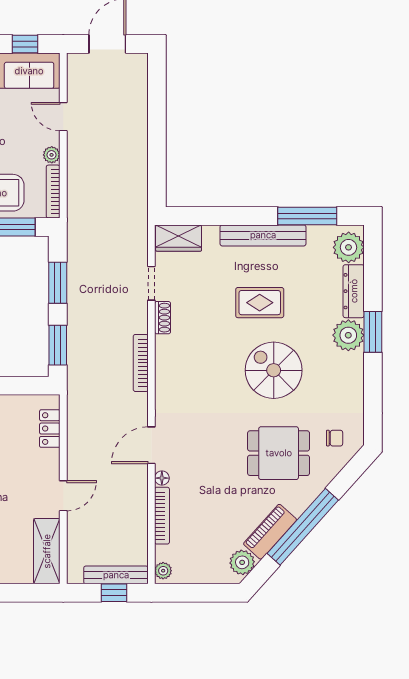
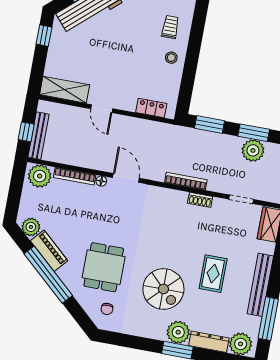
plant: (82, 279) -> (253, 150), added
shoe rack: (163, 318) -> (200, 200), moved
spiral stairs: (274, 370) -> (163, 289), moved, turned 90
plant: (163, 571) -> (40, 176), width x1.88, depth x1.88

